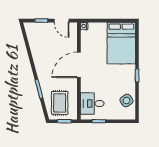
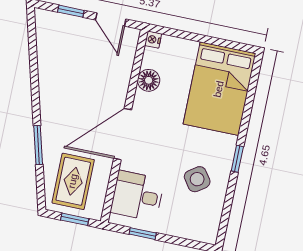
floor lamp: (86, 46) -> (149, 80), added
door: (79, 65) -> (123, 134), moved
side table: (126, 101) -> (197, 179), moved

